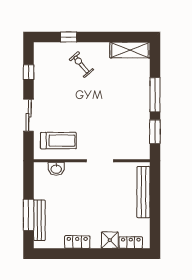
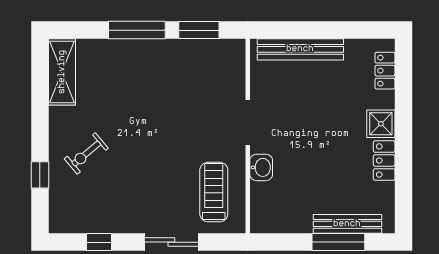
washbasin: (56, 169) -> (261, 167), moved
shower: (110, 240) -> (381, 124), moved

